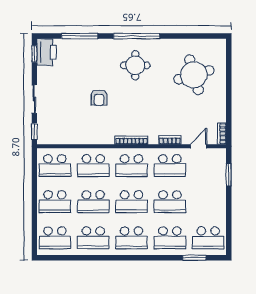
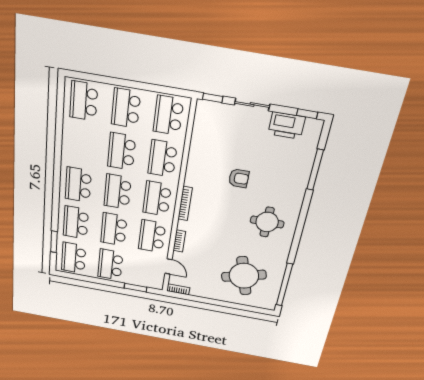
window: (137, 36) -> (284, 285), moved
printer: (47, 52) -> (287, 125), moved
armchair: (99, 98) -> (239, 178), turned 180
school desk: (93, 238) -> (110, 265), moved

